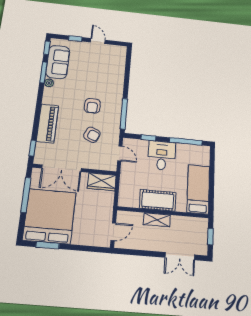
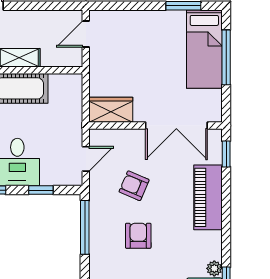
door: (120, 153) -> (86, 159), swing flipped
double door: (62, 168) -> (176, 126), swing flipped
window: (26, 195) -> (226, 57), moved
bed: (50, 216) -> (204, 49), width x0.49

